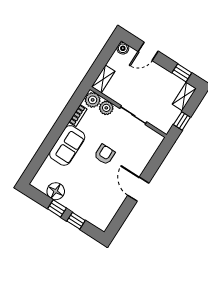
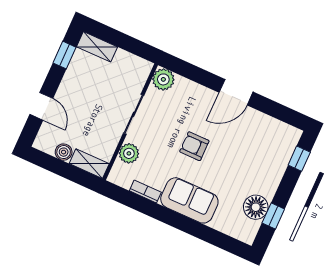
boiler: (123, 48) -> (64, 152), moved
plant: (93, 100) -> (163, 79), moved
window: (182, 121) -> (132, 45), removed
window: (57, 208) -> (273, 216), moved
window: (76, 221) -> (299, 159), moved

